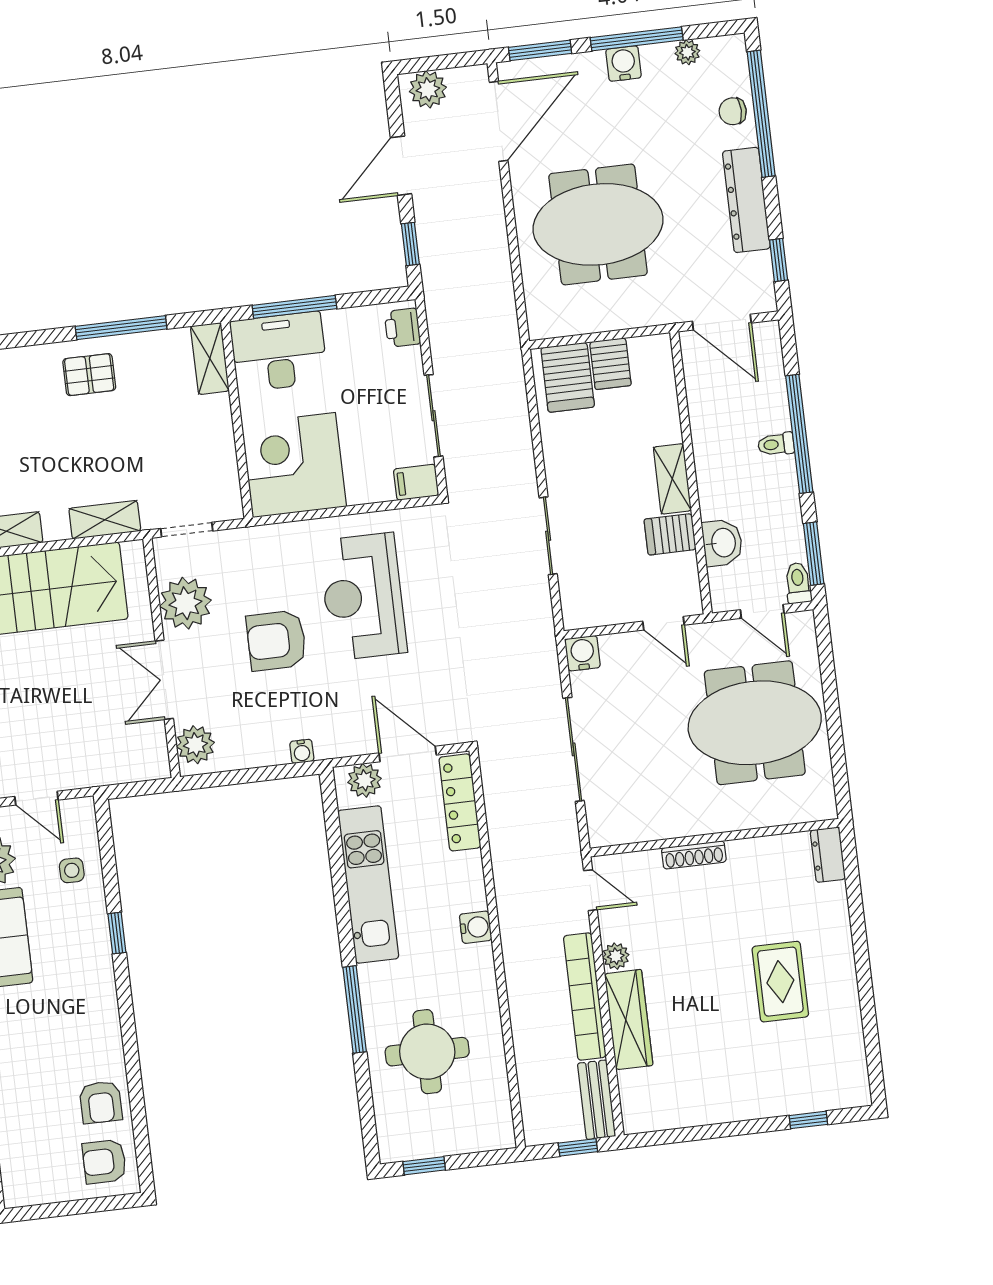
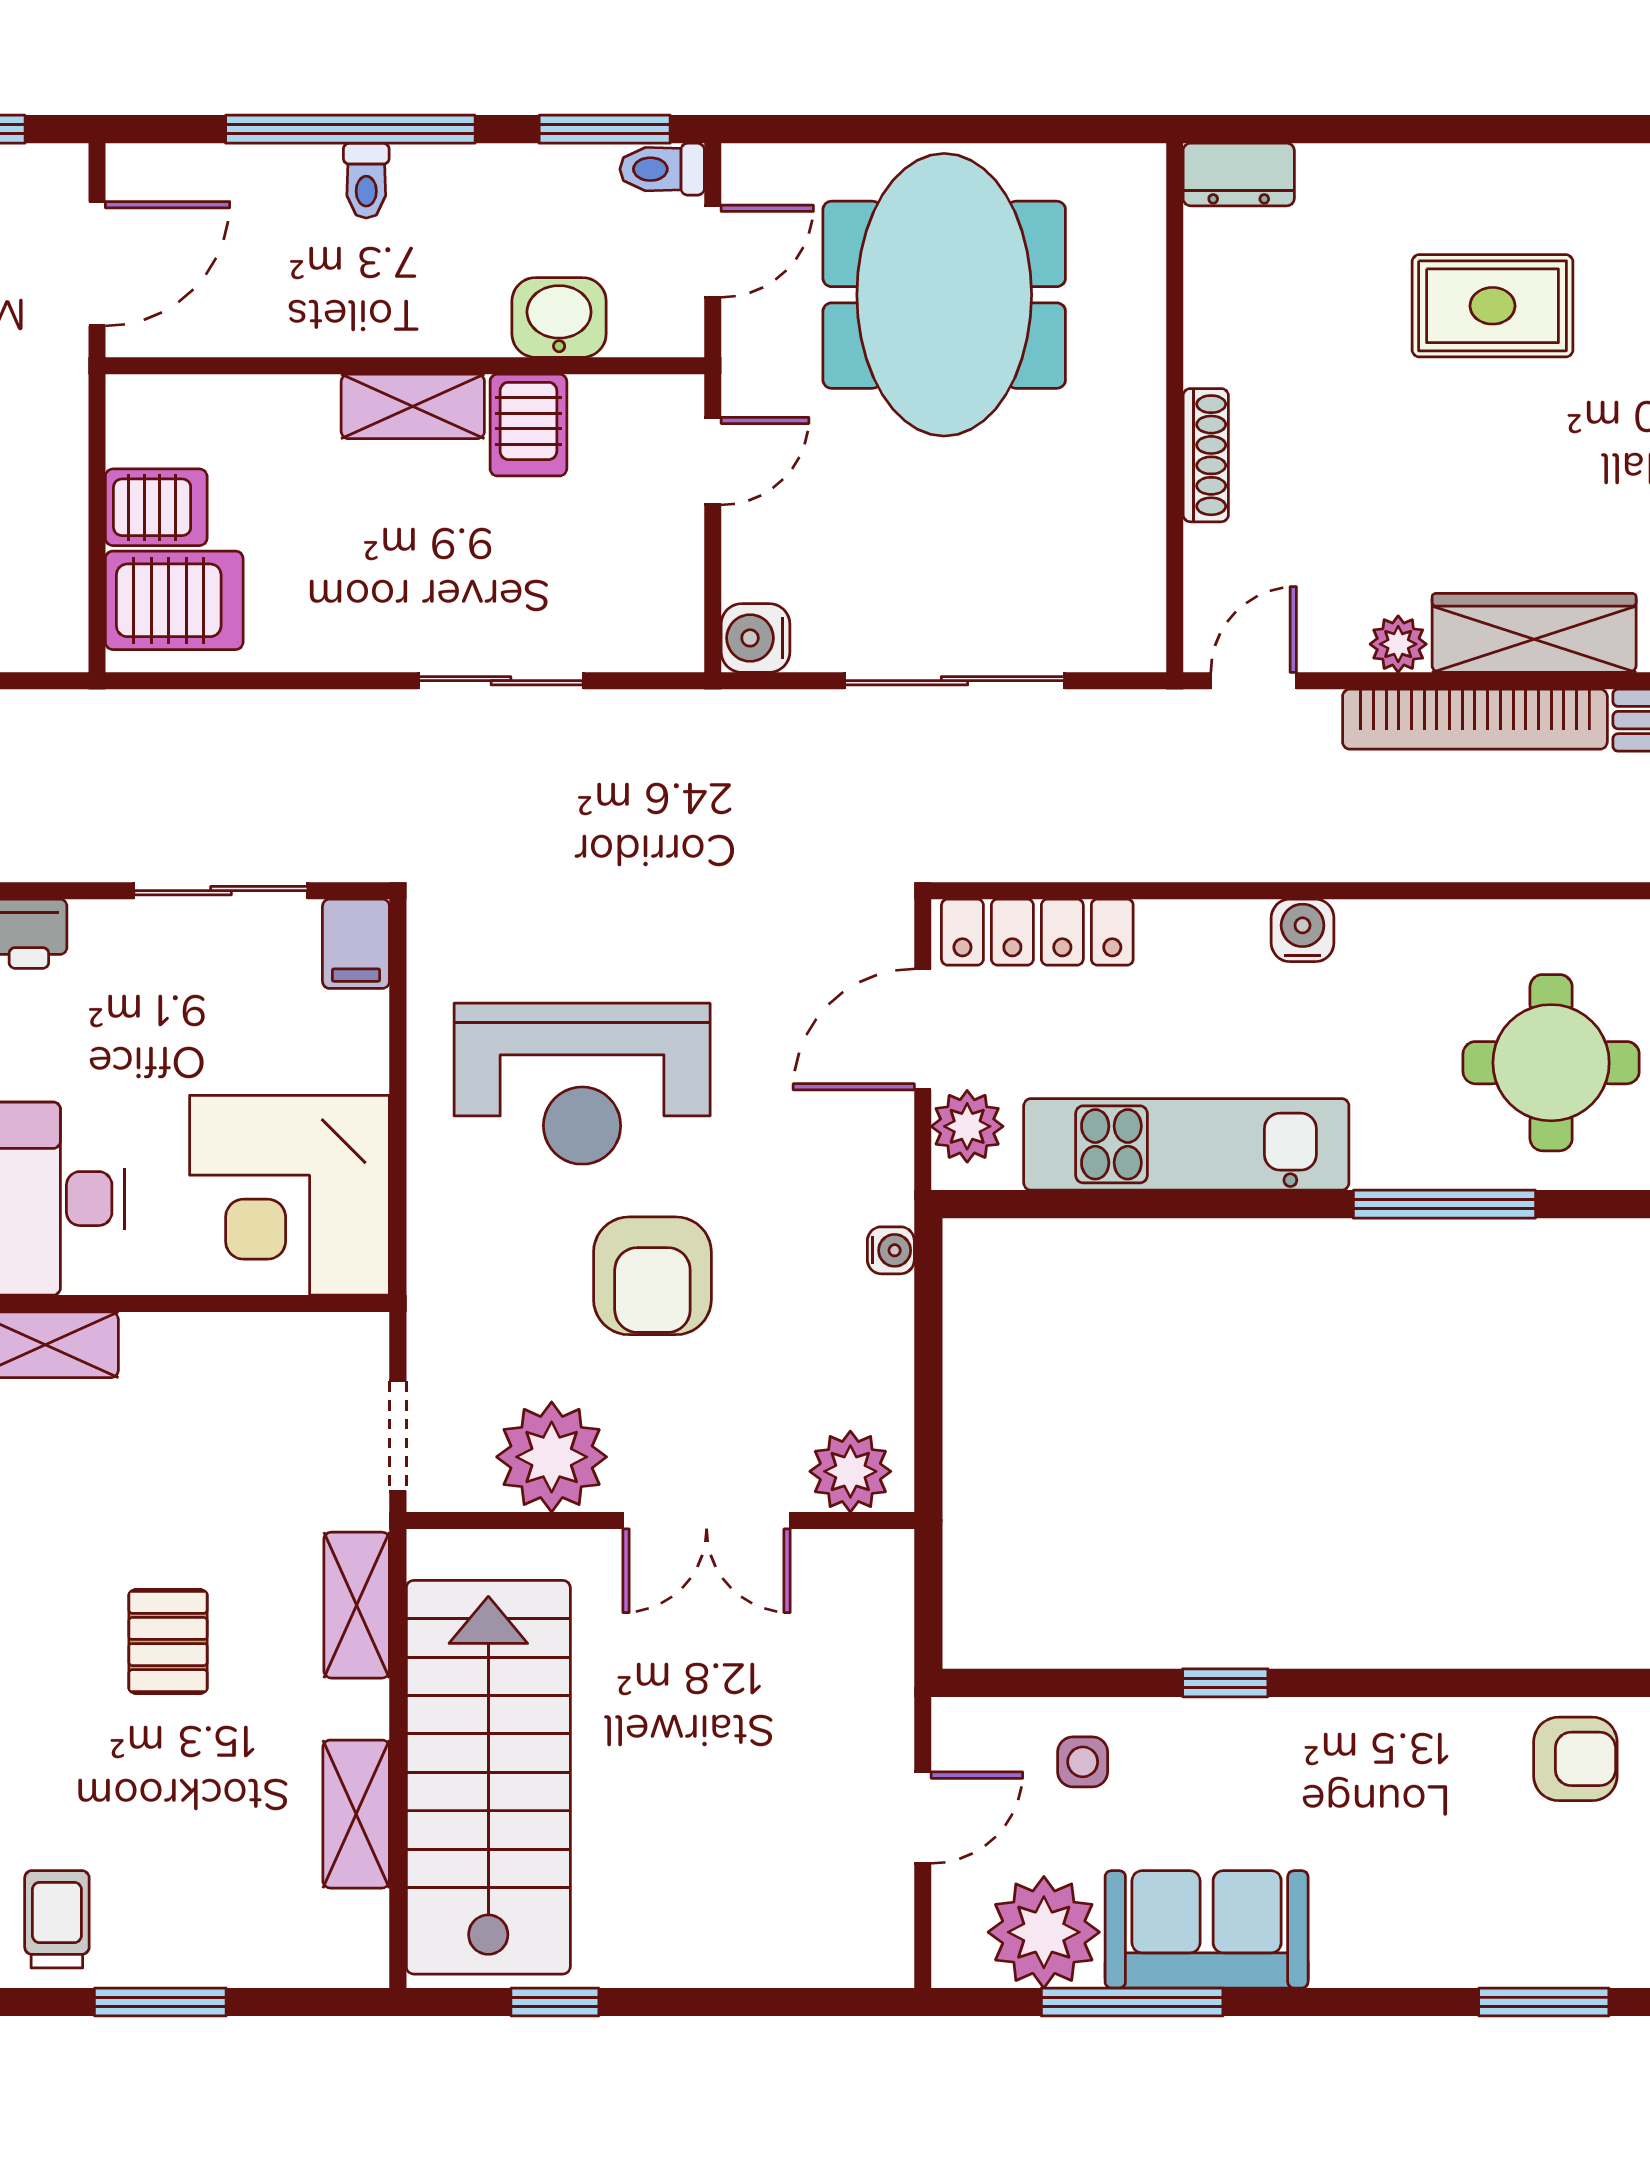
pallet: (89, 375) -> (168, 1642), moved

